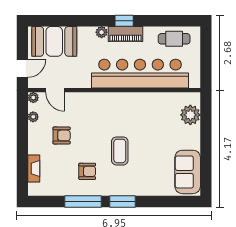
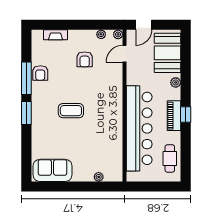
plant: (102, 32) -> (176, 82), moved
door: (22, 68) -> (144, 25), hinge flipped
plant: (190, 115) -> (99, 177), width x0.53, depth x0.53
armchair: (87, 171) -> (40, 73), moved

